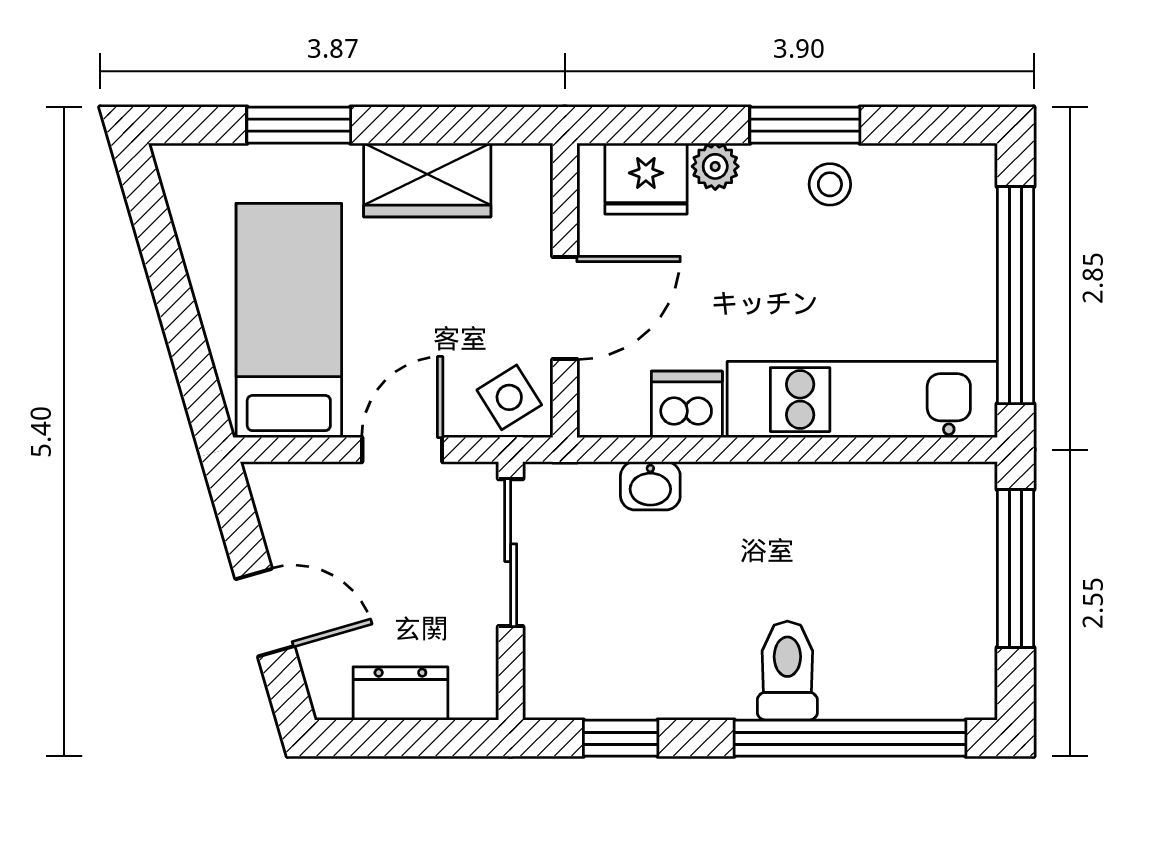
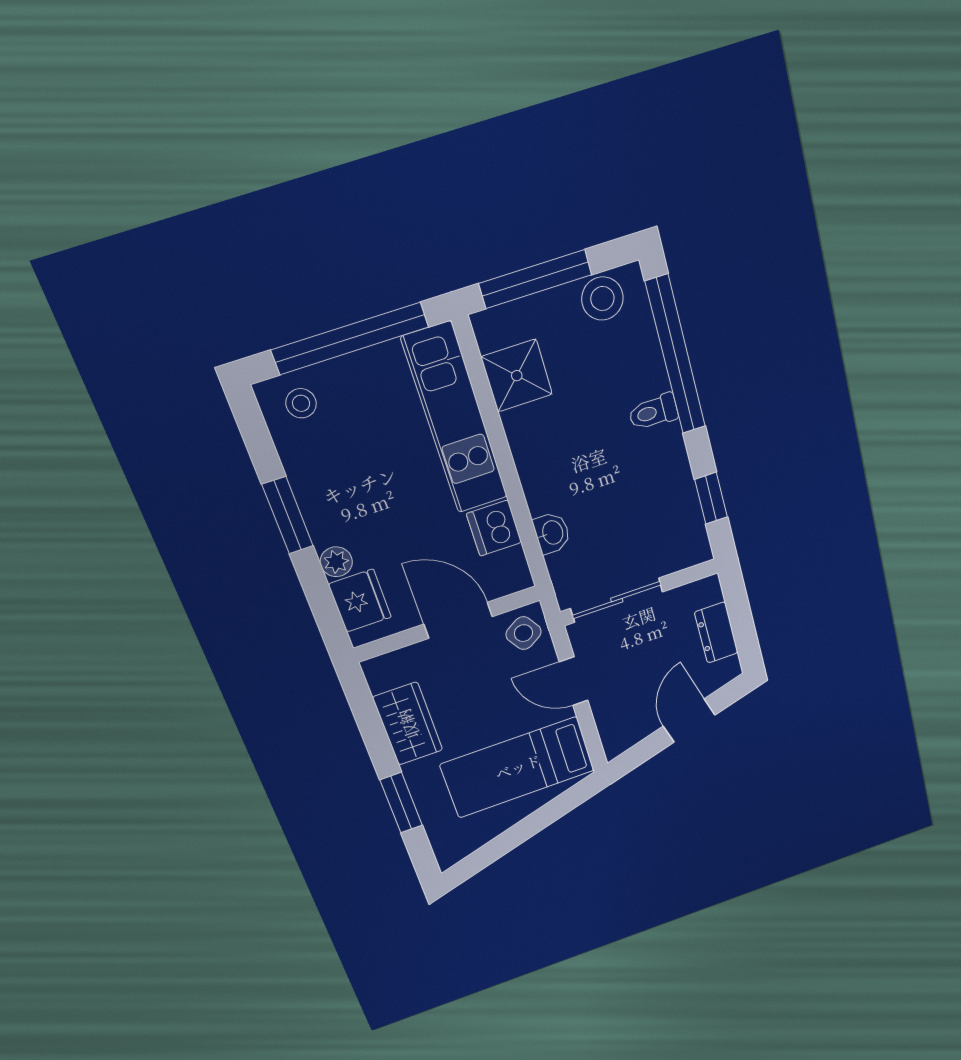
stool: (830, 184) -> (301, 403), moved
shower: (894, 504) -> (517, 376), added
stool: (961, 654) -> (602, 299), added
toilet: (787, 671) -> (653, 412), width x0.73, depth x0.72

